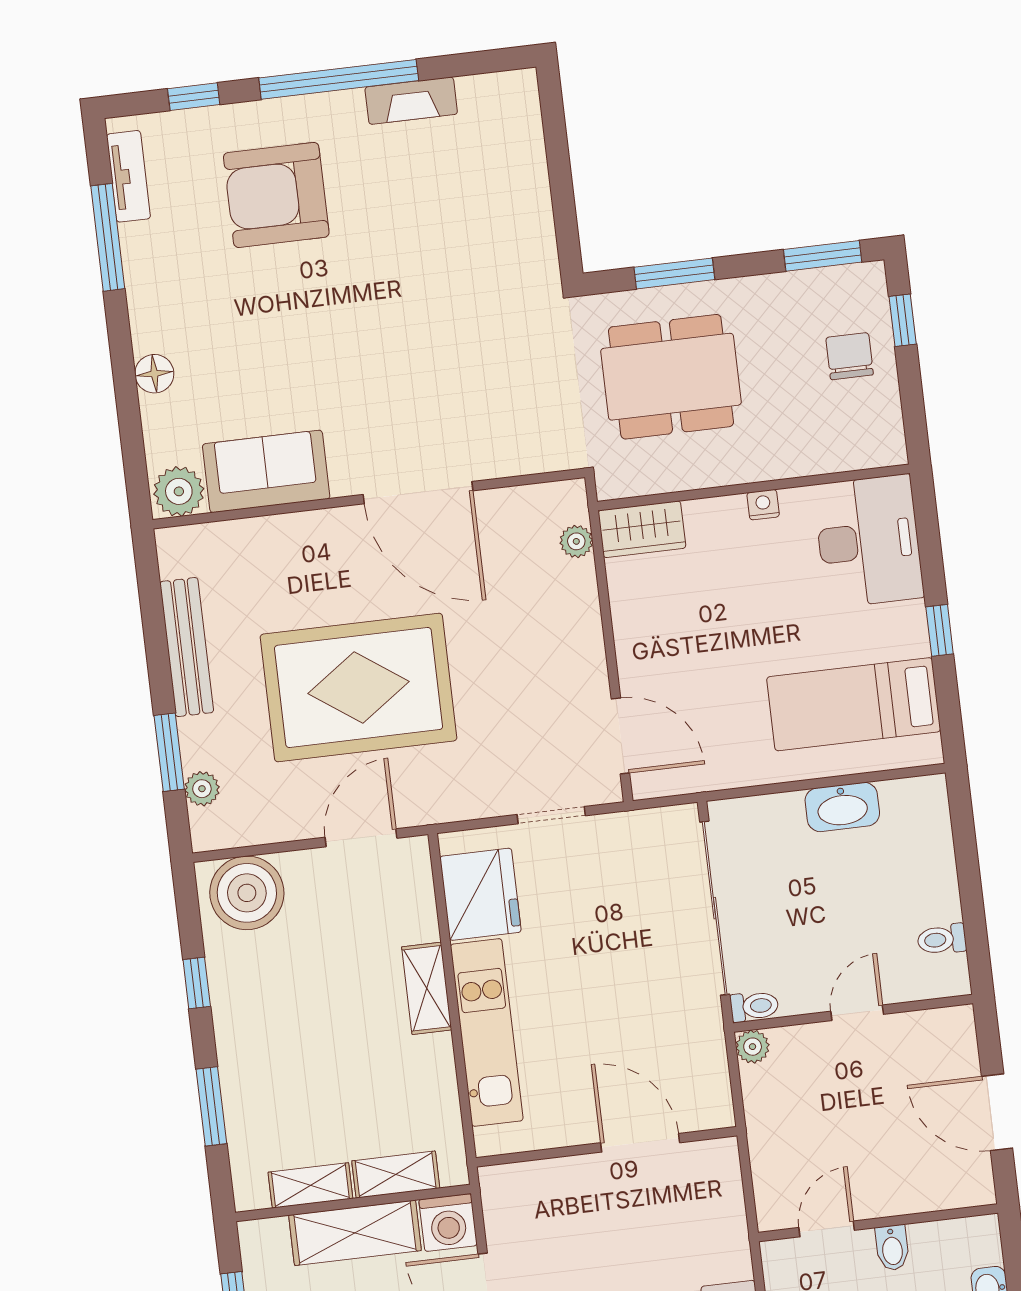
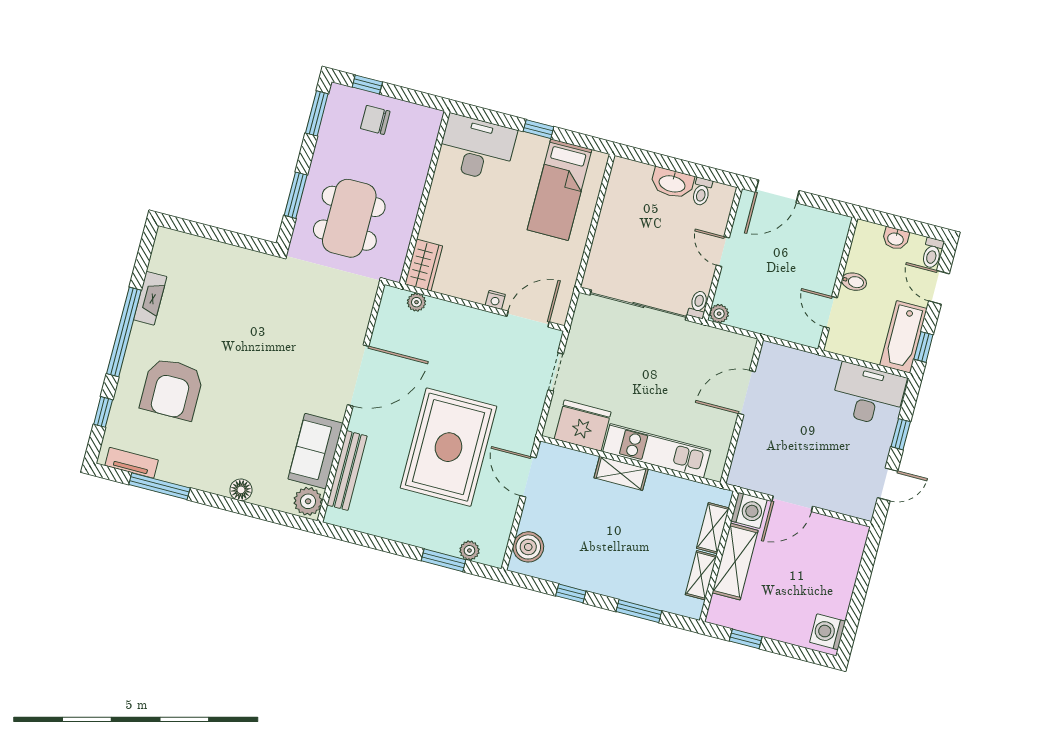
nightstand: (763, 505) -> (495, 300), moved, turned -90
bench: (187, 647) -> (347, 471), moved, turned 90
washbasin: (842, 807) -> (672, 183), moved, turned 90
boiler: (247, 893) -> (528, 547), width x0.73, depth x0.73
door: (997, 1112) -> (777, 191), moved

